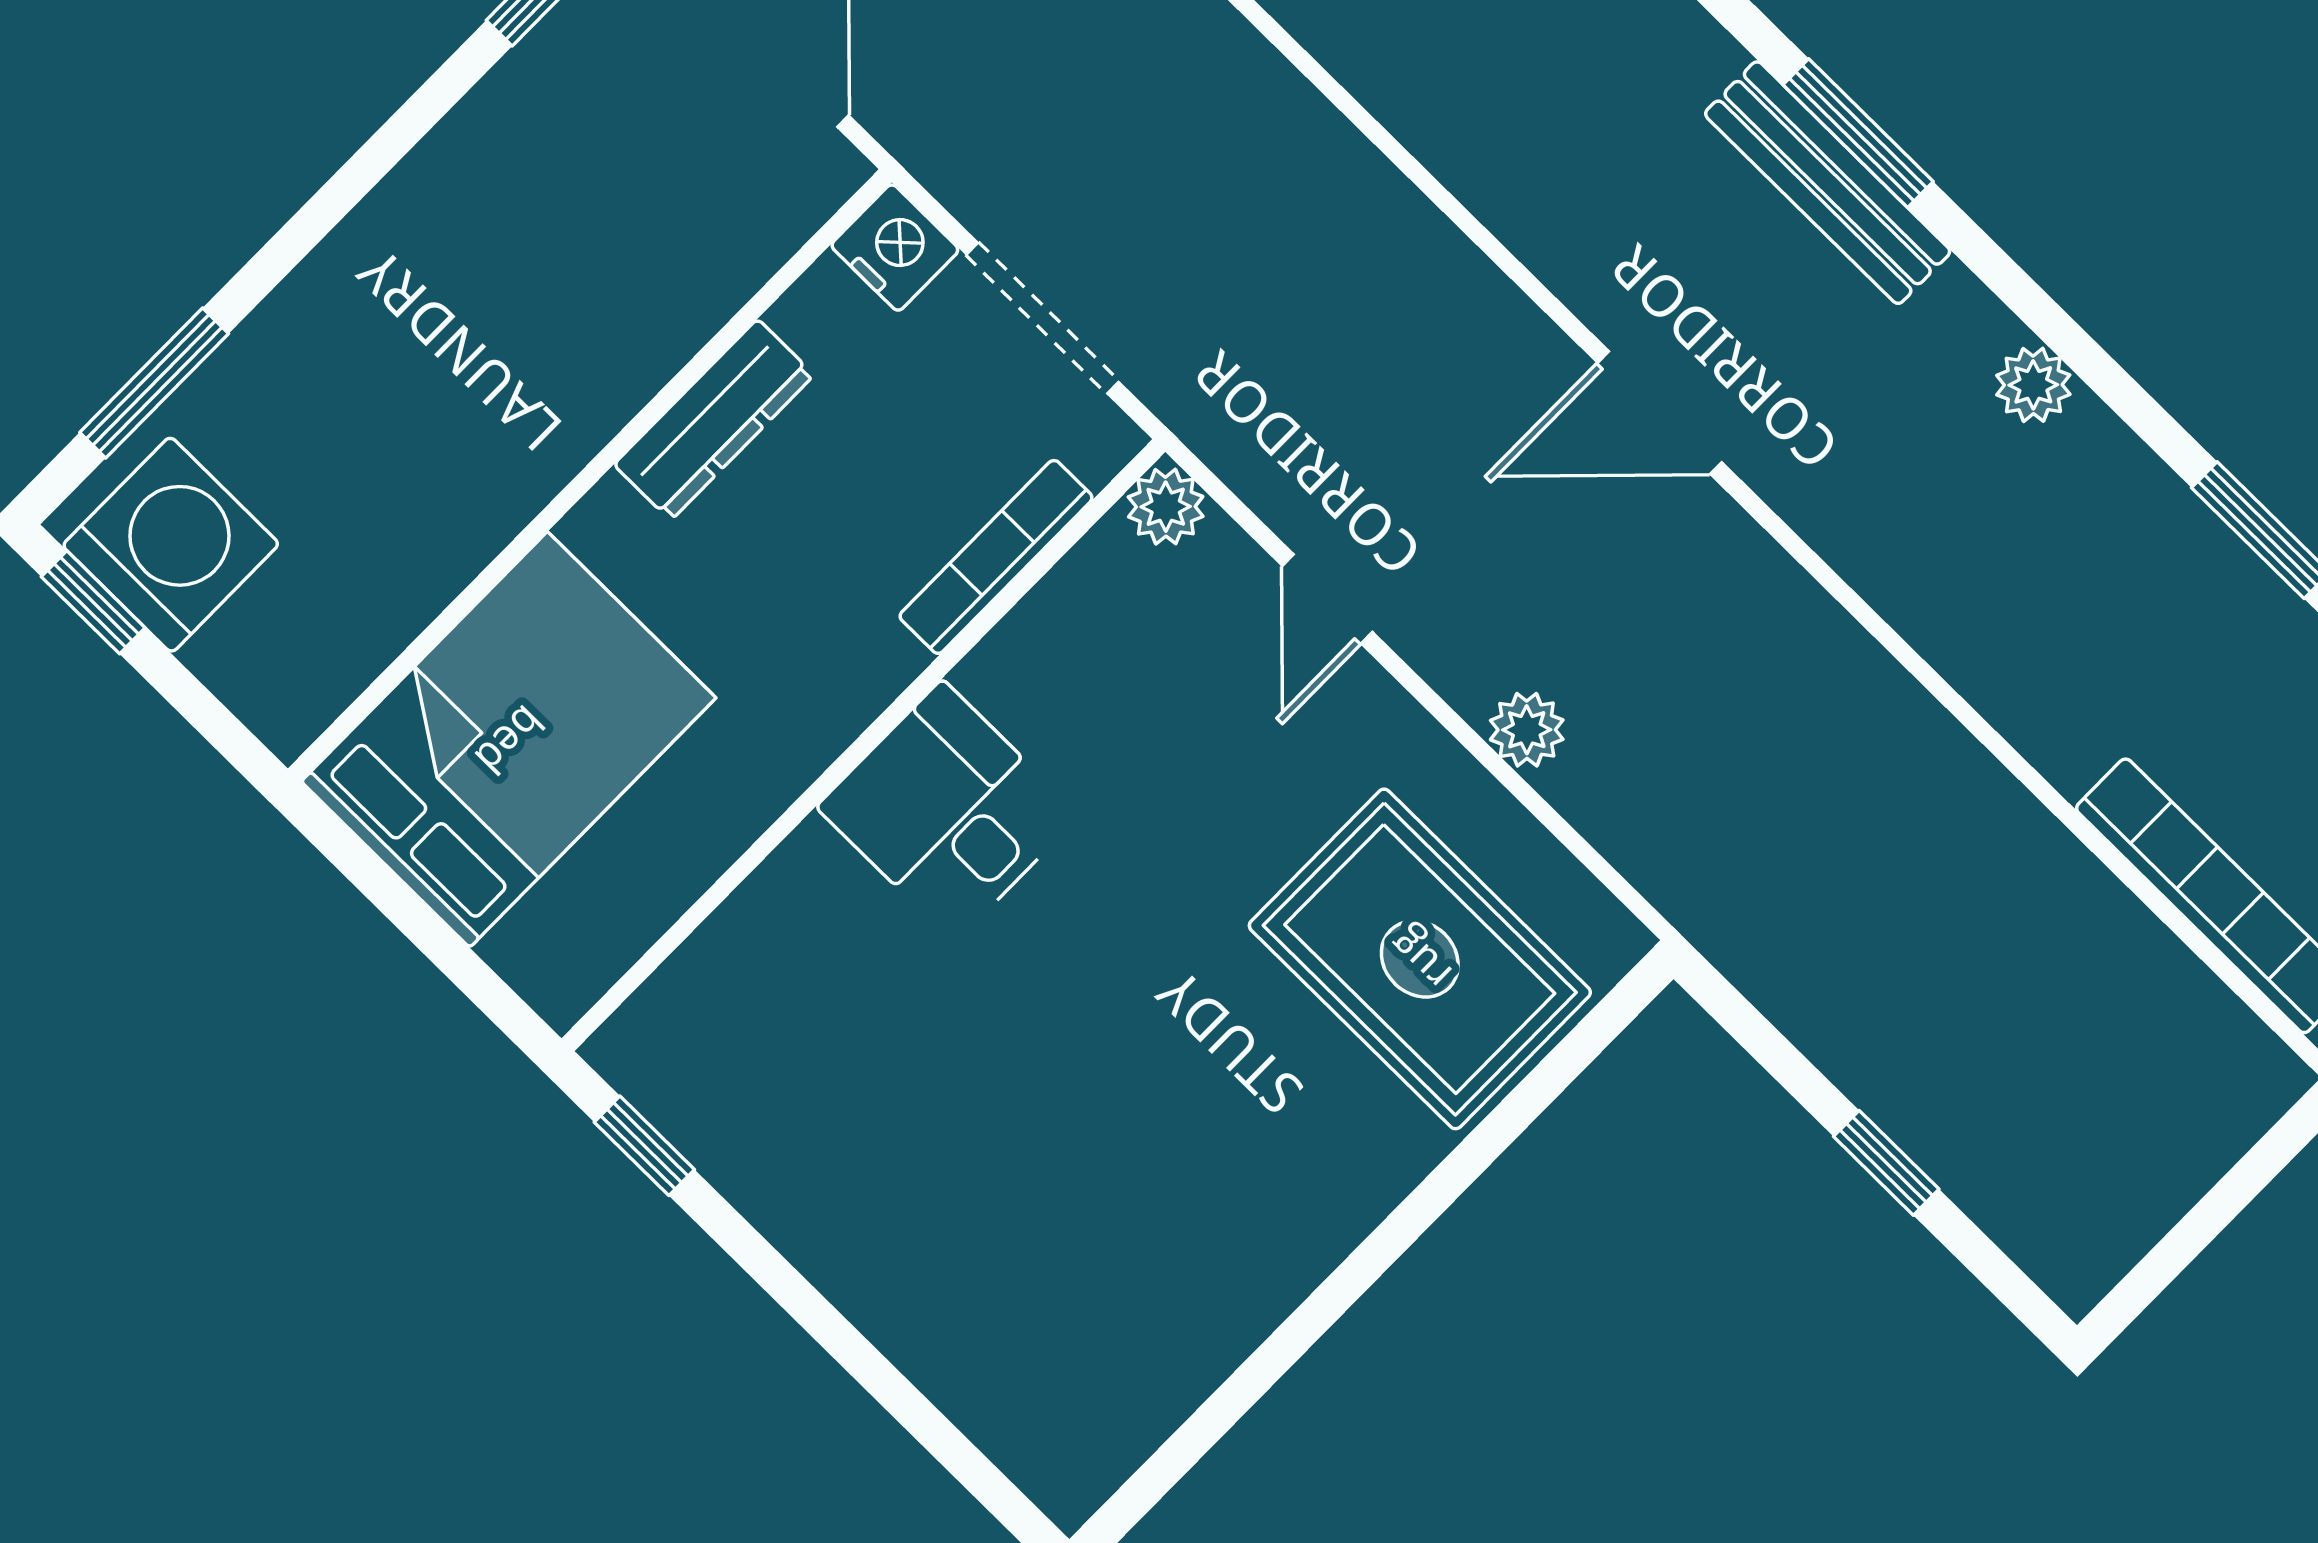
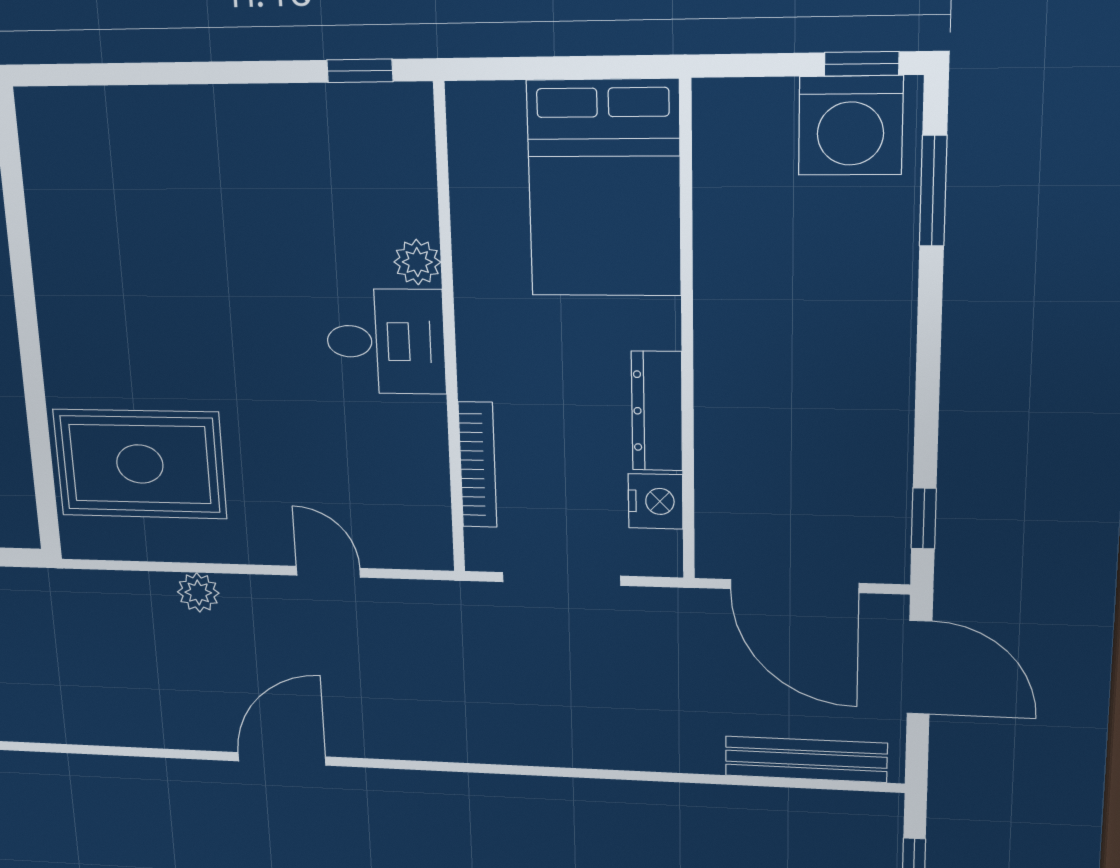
nightstand: (895, 248) -> (656, 501), moved, turned -90
plant: (1166, 507) -> (417, 262), moved

